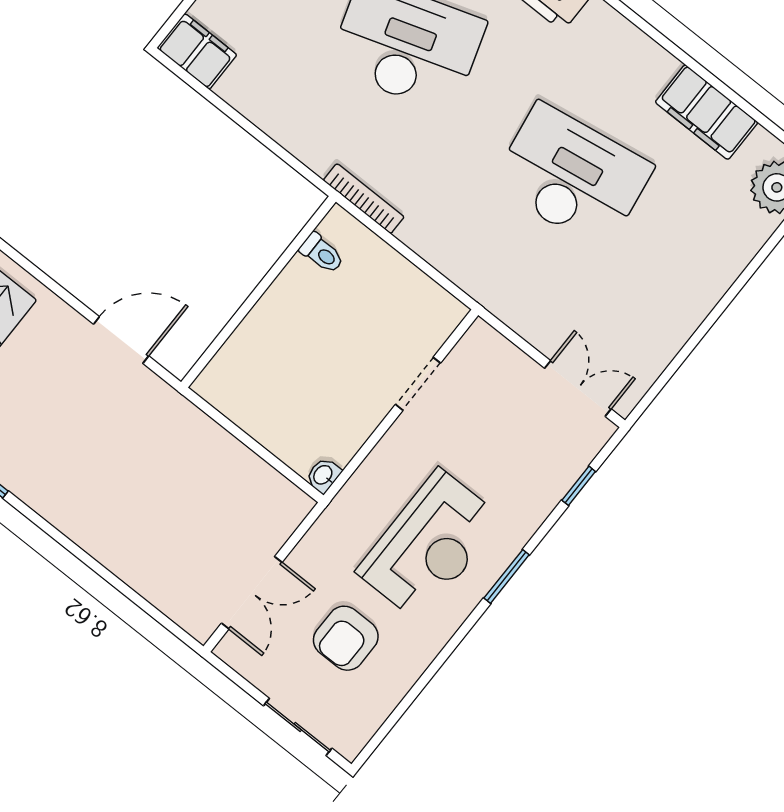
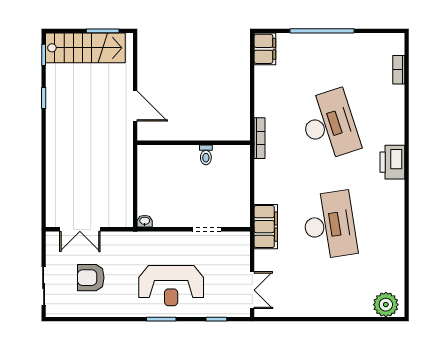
filing cabinet: (707, 112) -> (266, 227), moved, turned 180
bookcase: (364, 199) -> (259, 138), moved
toilet: (322, 253) -> (206, 155), moved
reception desk: (429, 545) -> (171, 286), moved

